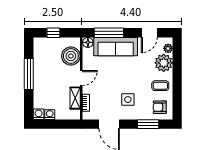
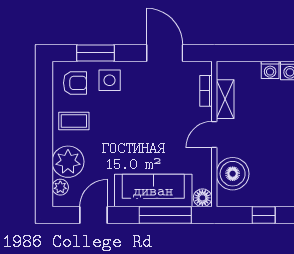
side table: (128, 100) -> (110, 80), moved

